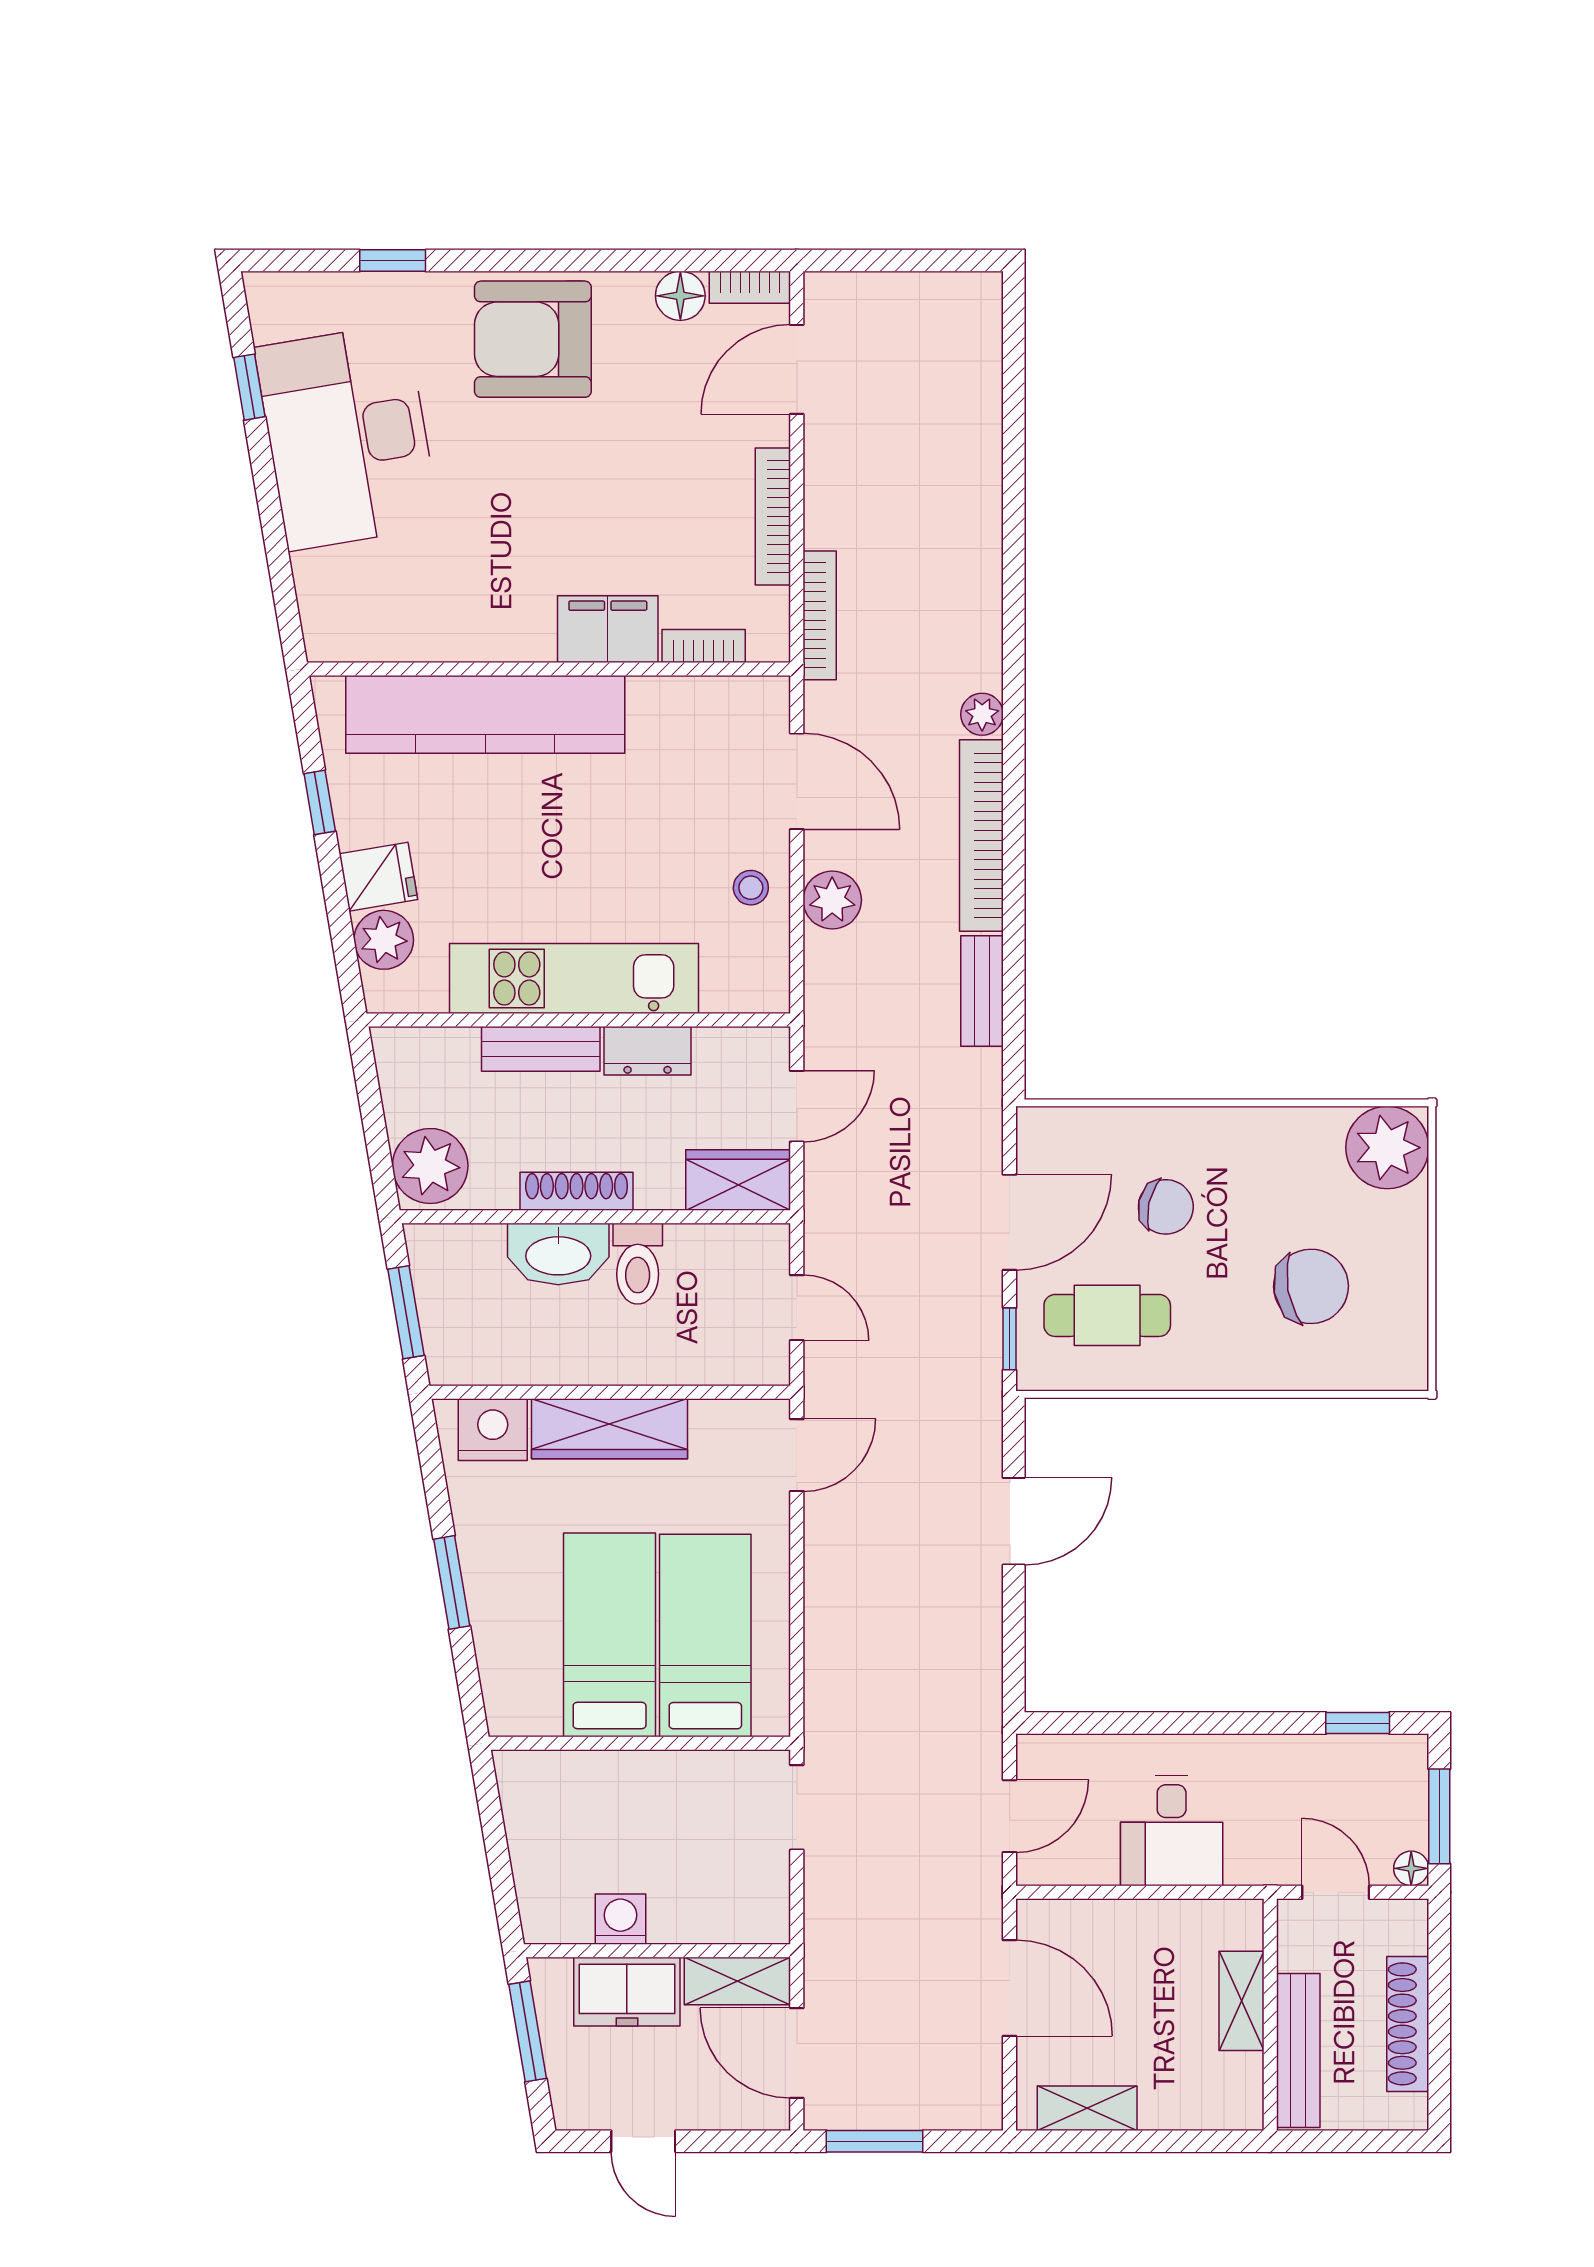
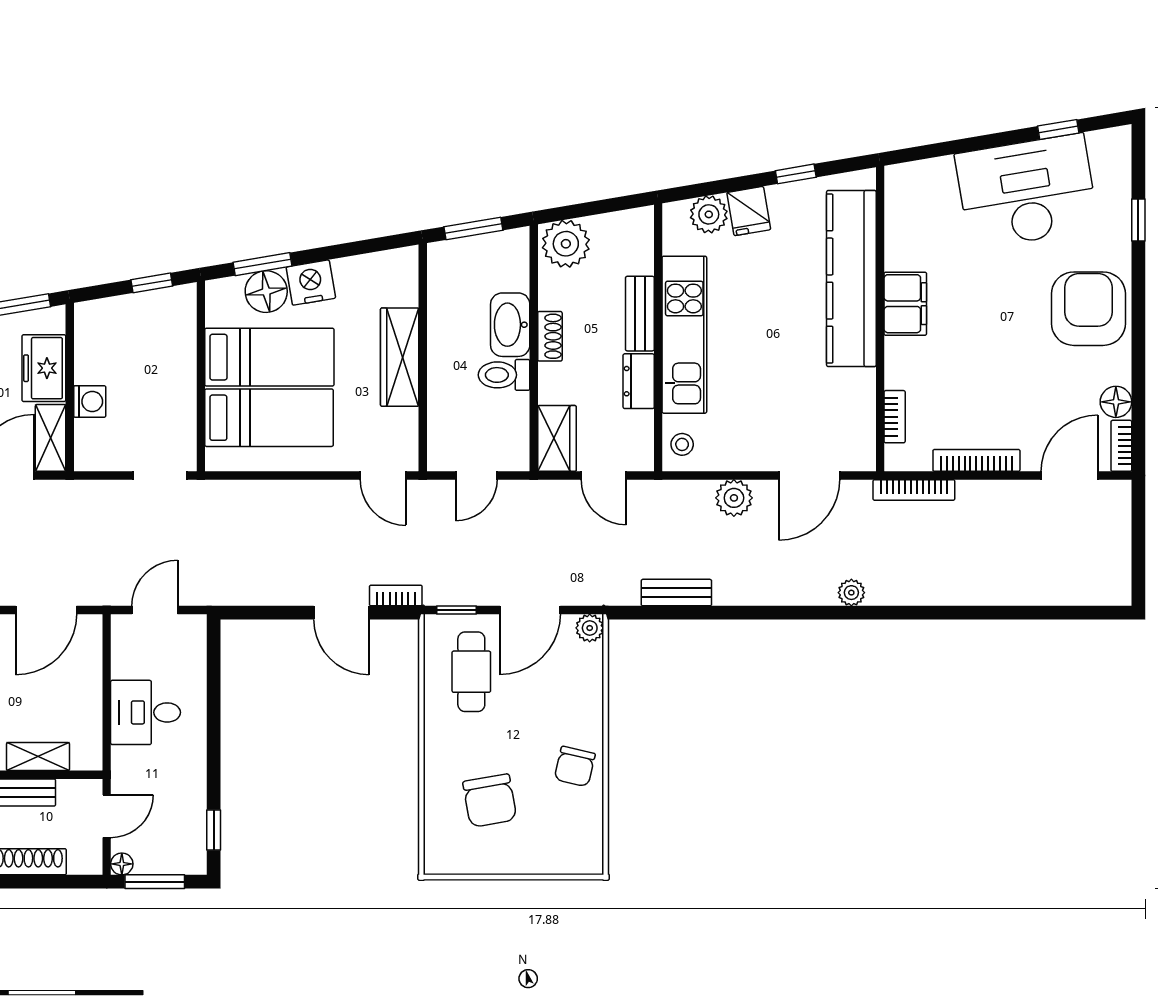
door: (797, 369) -> (1069, 476), hinge flipped
filing cabinet: (608, 629) -> (905, 304), moved
bookcase: (981, 836) -> (396, 595), moved, width x0.43, depth x0.76
stool: (751, 888) -> (682, 444), moved
plant: (1387, 1148) -> (590, 628), moved, width x0.53, depth x0.53
shoe rack: (577, 1191) -> (550, 336), width x0.70
chair: (1166, 1207) -> (575, 766), moved
door: (1010, 1222) -> (530, 610), hinge flipped
nightstand: (493, 1430) -> (311, 283), moved, turned -100
window: (452, 1582) -> (263, 264), moved
floor lamp: (506, 1640) -> (266, 292), added
door: (1010, 1816) -> (155, 610), swing flipped
window: (492, 1821) -> (152, 283), added
washing machine: (620, 1919) -> (90, 401), moved

